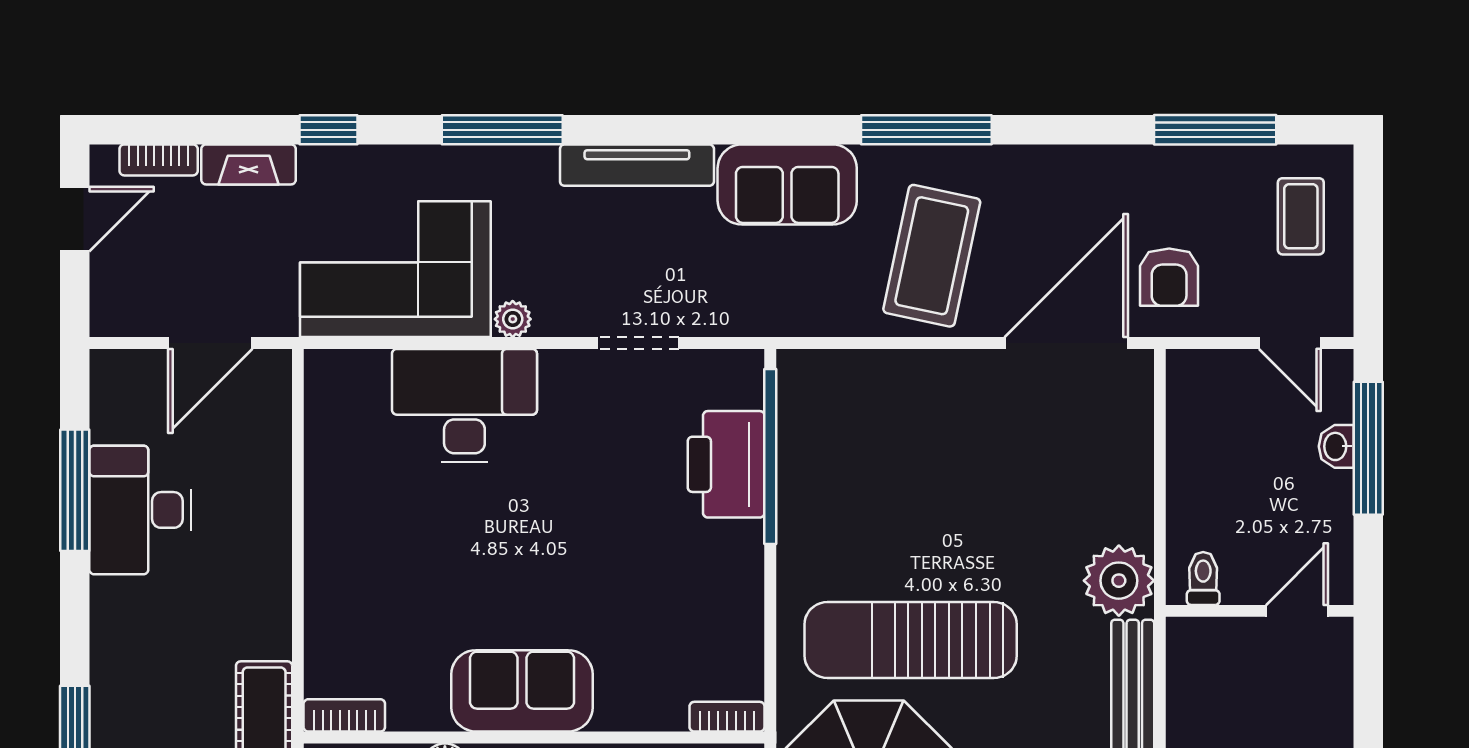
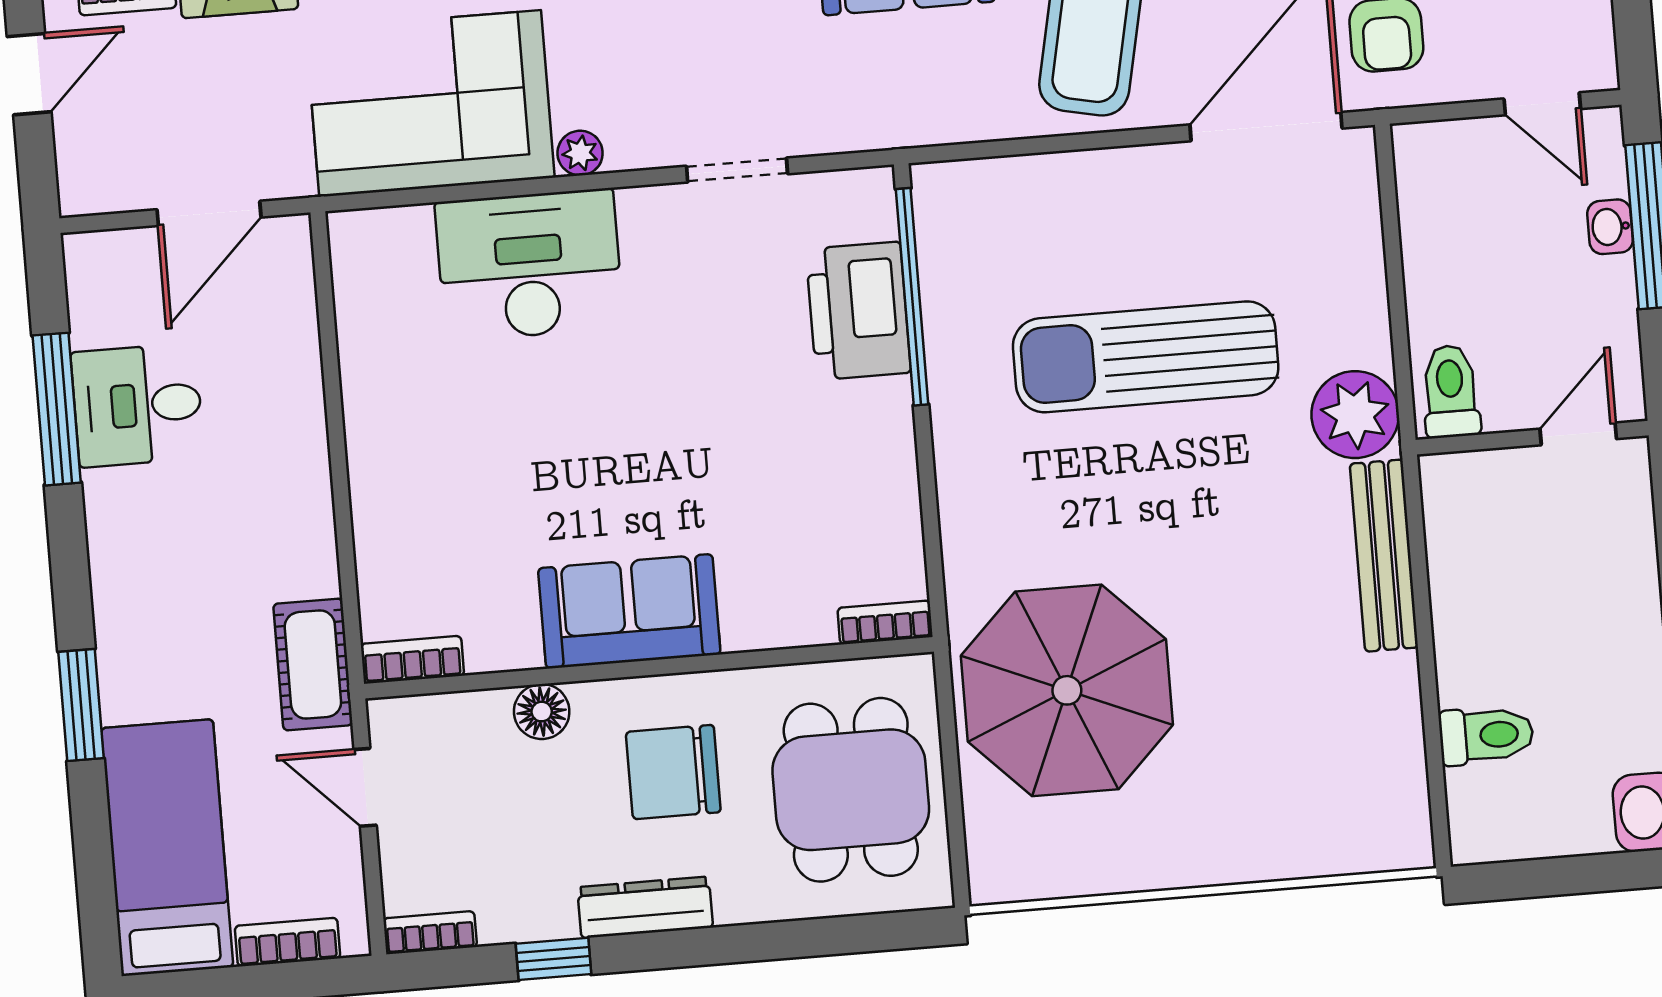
desk: (140, 510) -> (137, 405), width x0.73
toilet: (1203, 578) -> (1451, 391), width x1.37, depth x1.39
sun lounger: (911, 640) -> (1146, 357), moved

